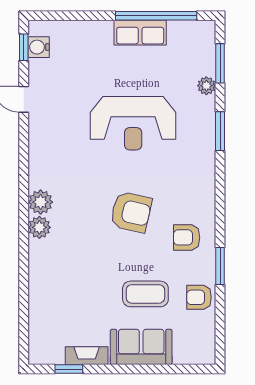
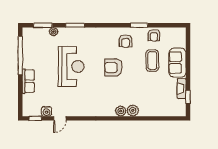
row of seats: (140, 33) -> (28, 81), moved
water cooler: (39, 47) -> (47, 111), moved
plant: (41, 202) -> (133, 110), moved
armchair: (131, 212) -> (113, 67), turned -103

